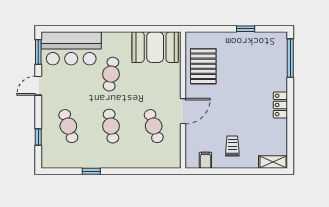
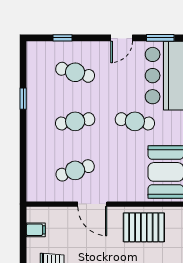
door: (38, 86) -> (122, 38), swing flipped
cafe table: (68, 126) -> (75, 72), turned 33

